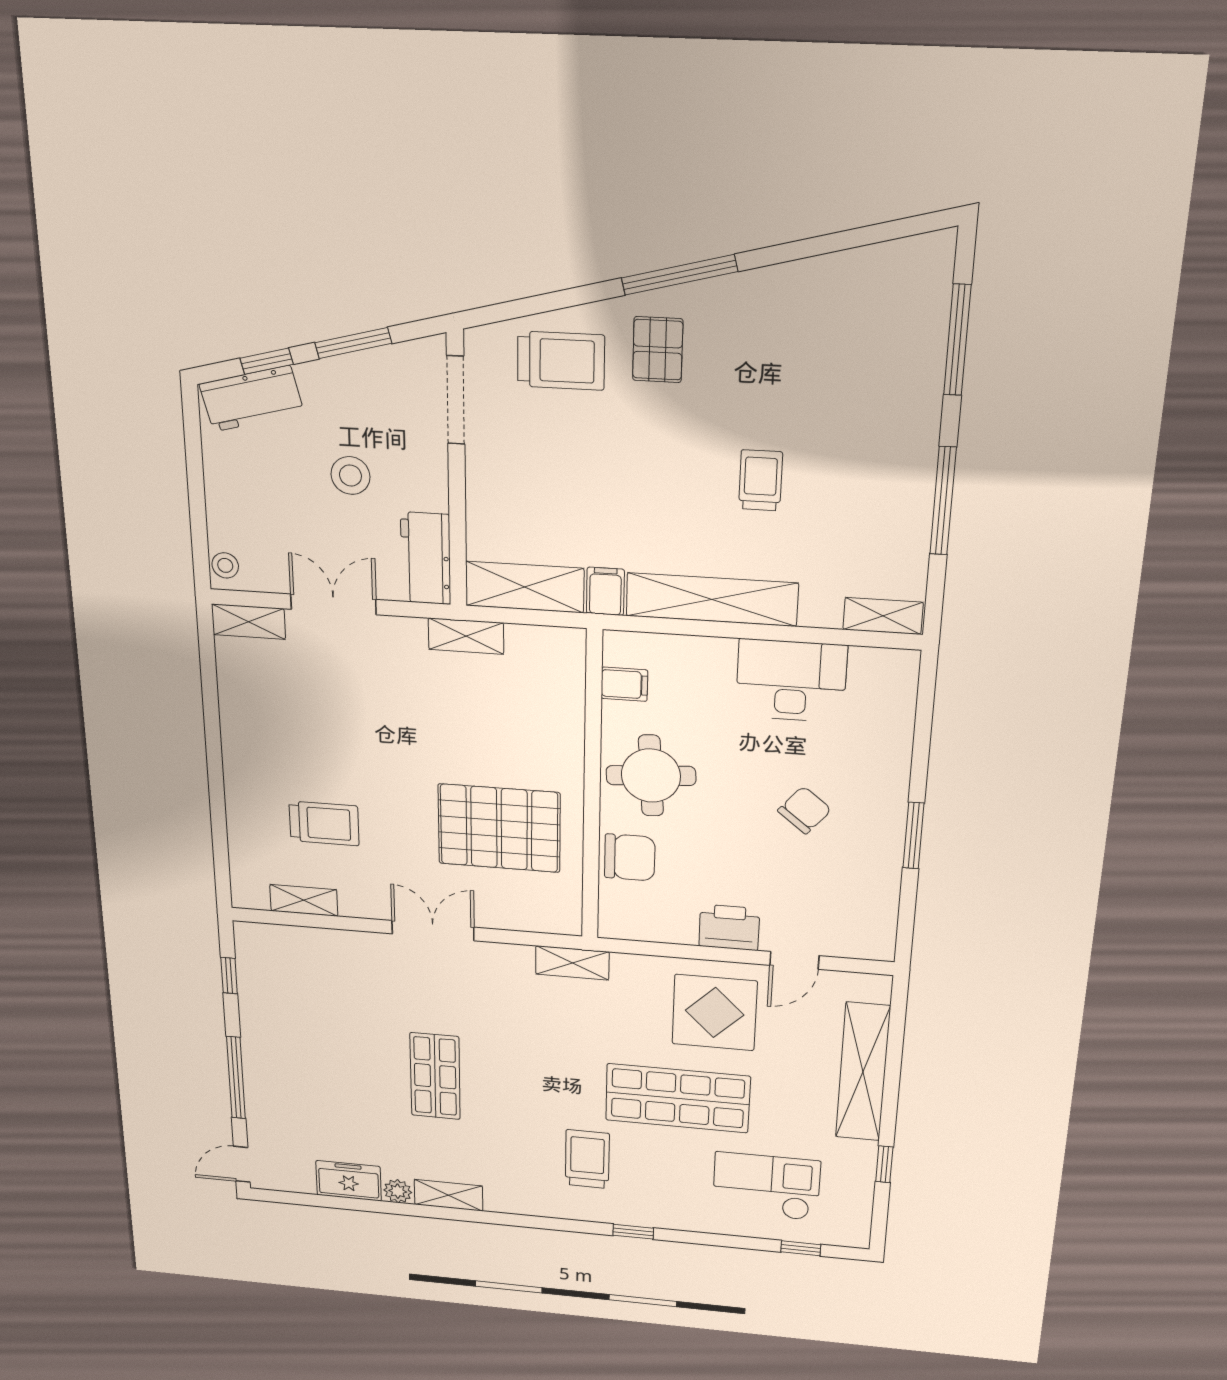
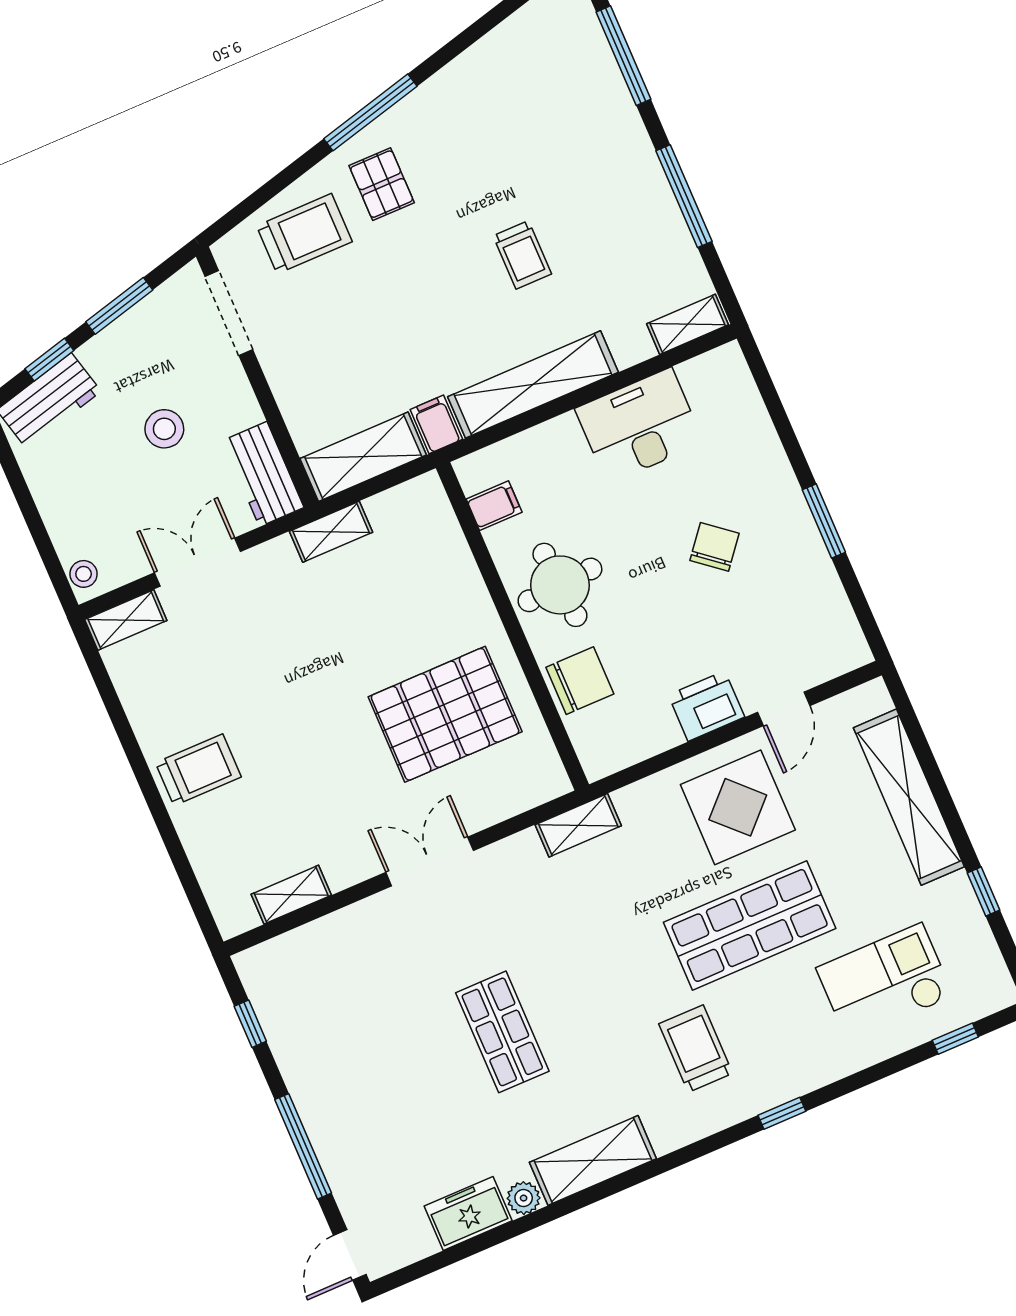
trolley: (761, 480) -> (522, 255), turned 180
trolley: (324, 823) -> (198, 770), moved
shelving: (448, 1195) -> (593, 1160), width x1.50, depth x1.33

